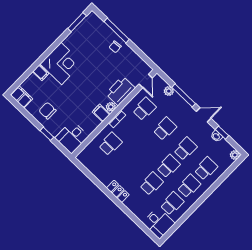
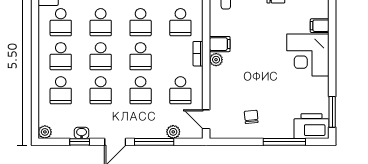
chair: (115, 47) -> (251, 117), moved
printer: (120, 91) -> (311, 126), moved, turned -90
school desk: (148, 146) -> (141, 56), added
school desk: (131, 164) -> (141, 22), added

